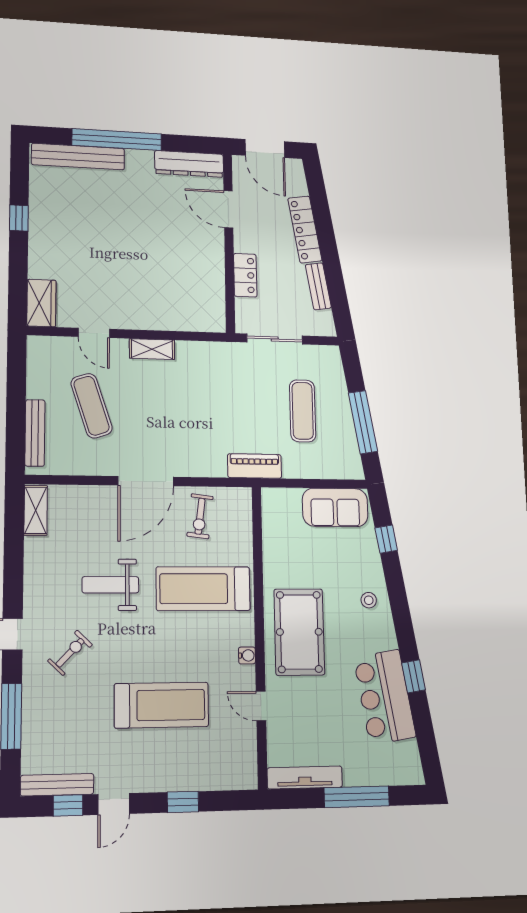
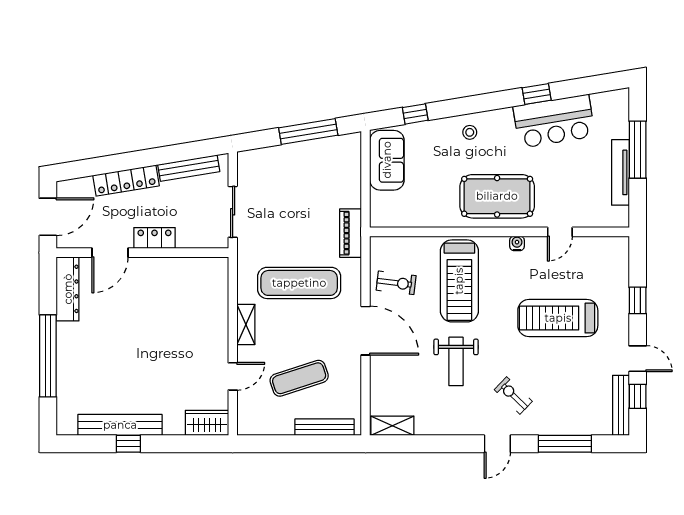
bench: (78, 157) -> (120, 425), moved, turned 90
locker: (245, 275) -> (154, 238), moved
bench: (318, 286) -> (189, 168), width x1.36
exercise mat: (303, 411) -> (299, 283), moved, width x1.36, depth x1.45
treadmill: (161, 705) -> (558, 318), turned -90
tv unit: (305, 778) -> (620, 172), moved

